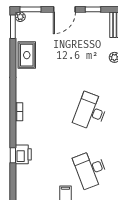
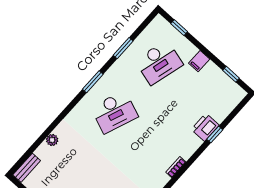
desk: (91, 169) -> (159, 63), turned 36

